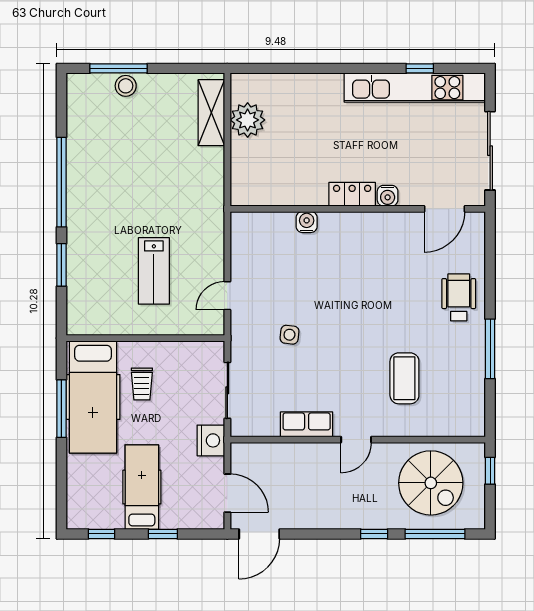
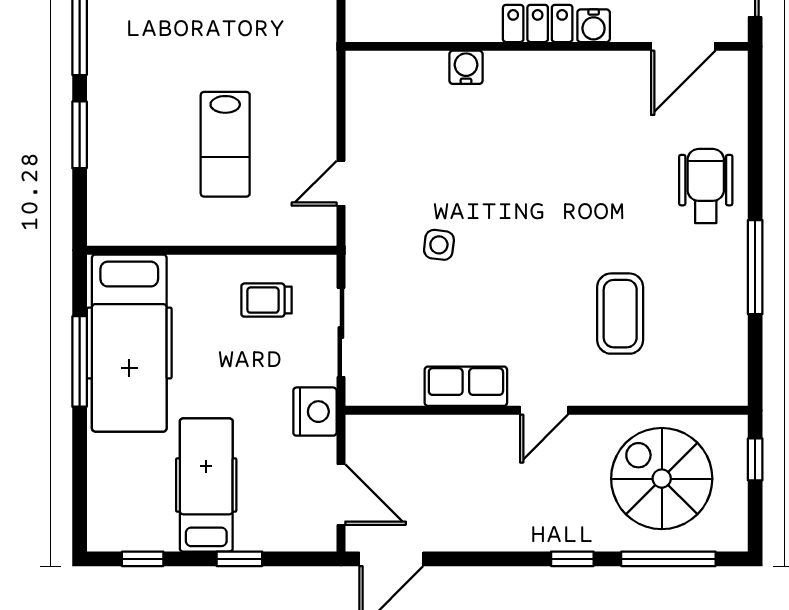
trolley: (142, 384) -> (266, 300), moved, turned 90
spiral stairs: (431, 483) -> (662, 479), turned 180

